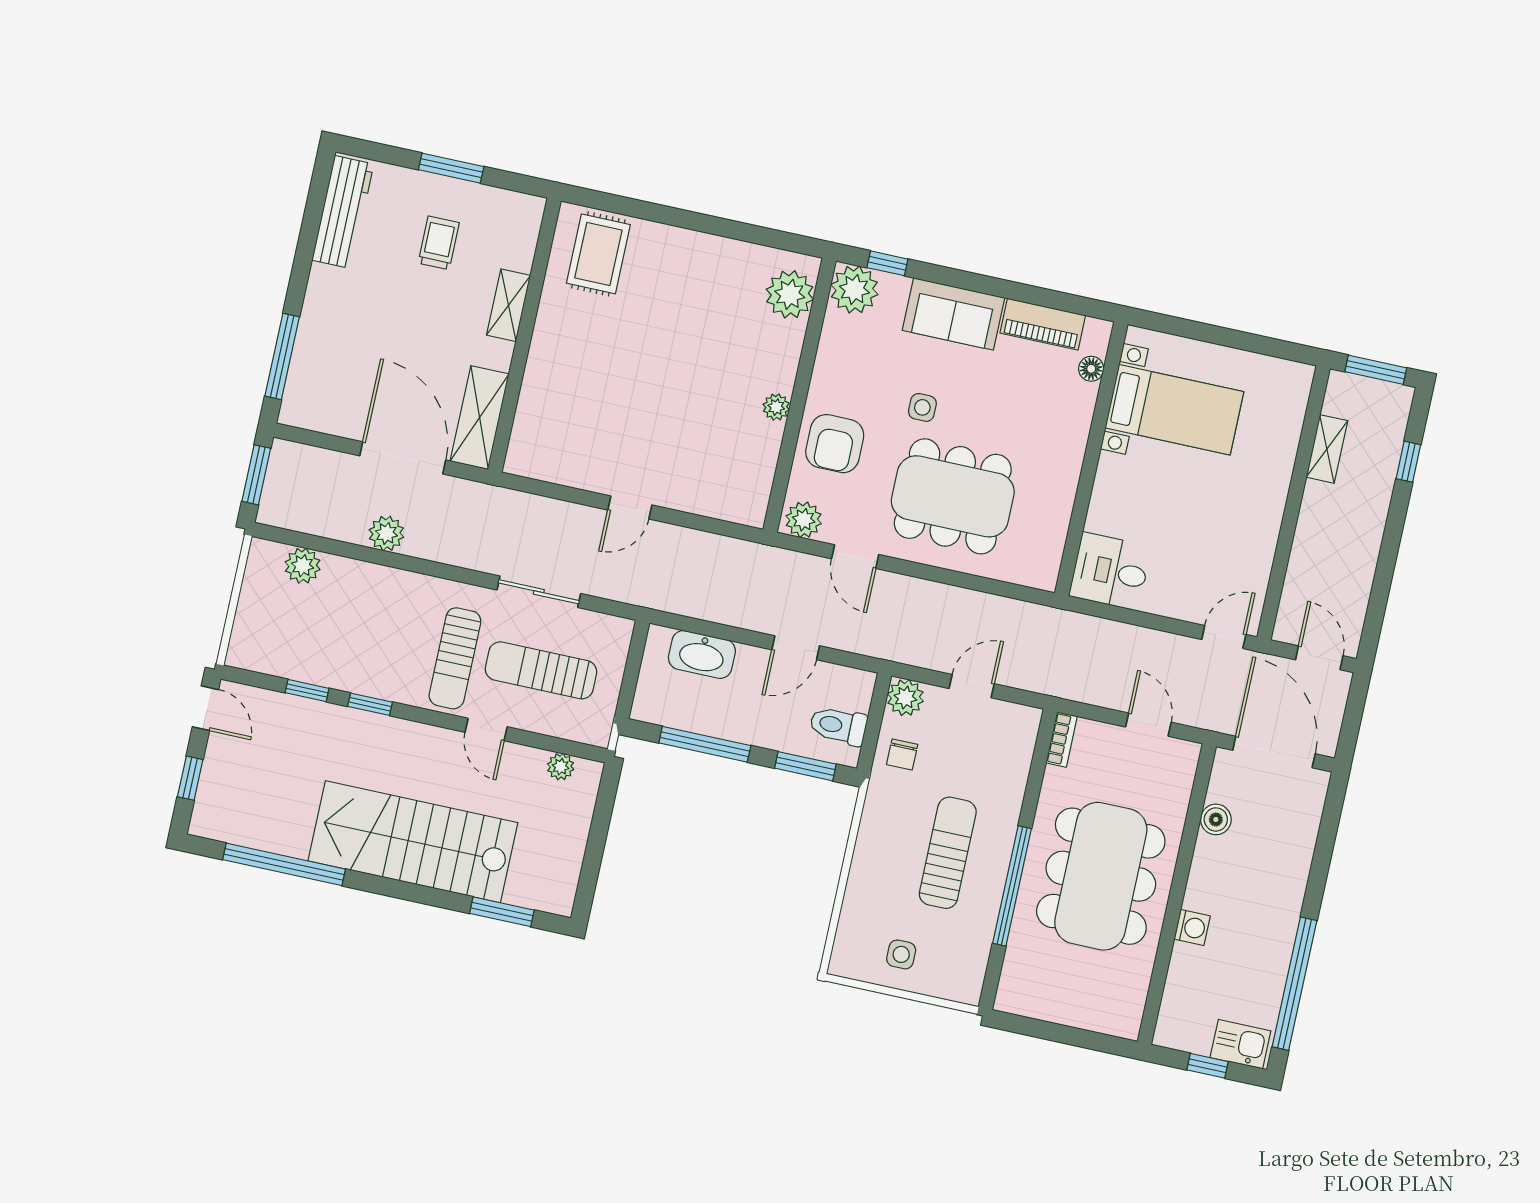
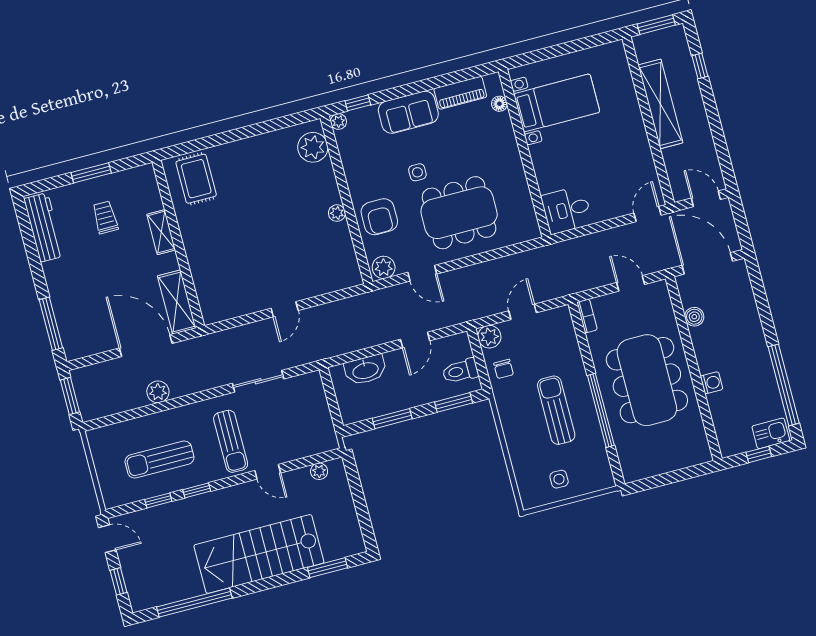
plant: (854, 290) -> (338, 122), width x0.53, depth x0.53
shelving: (1327, 449) -> (660, 104), width x2.20, depth x1.33
plant: (303, 566) -> (121, 433), removed
sun lounger: (541, 670) -> (159, 460), moved
window: (705, 744) -> (392, 419), width x0.69

